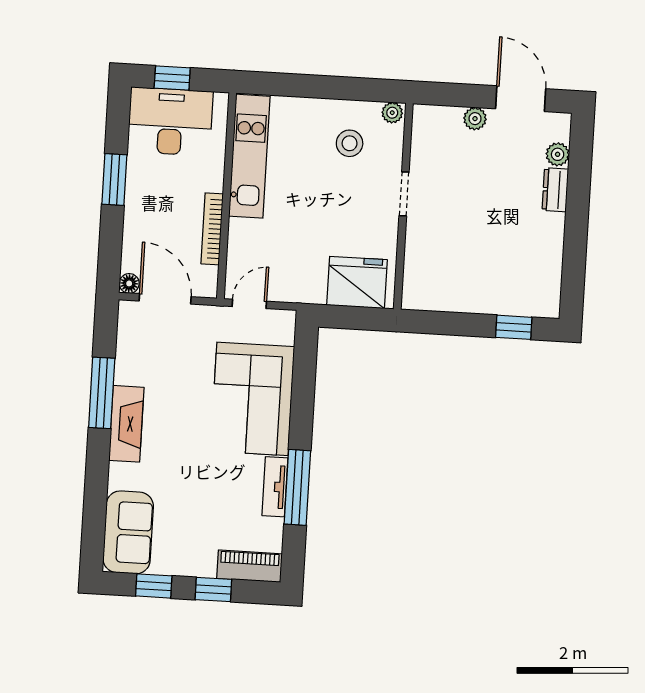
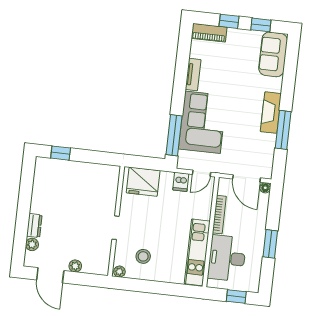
desk: (170, 122) -> (227, 258), moved, turned 90
dishwasher: (287, 286) -> (181, 182), added
window: (297, 487) -> (174, 135), moved

